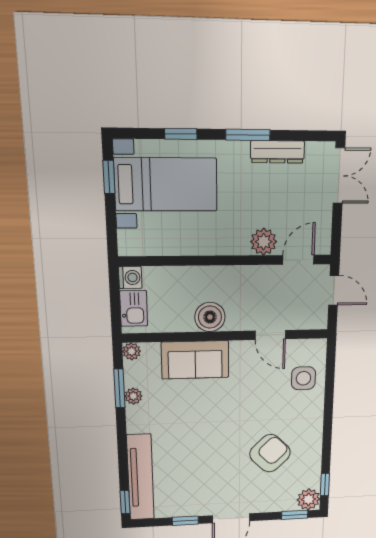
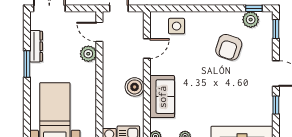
window: (181, 134) -> (27, 103), removed
armchair: (270, 453) -> (229, 47), turned -117
plant: (309, 499) -> (251, 20), moved

